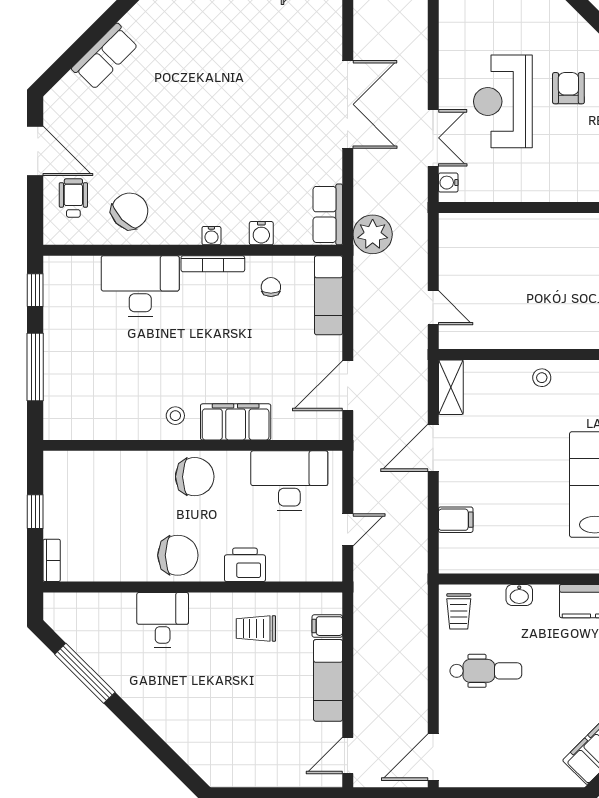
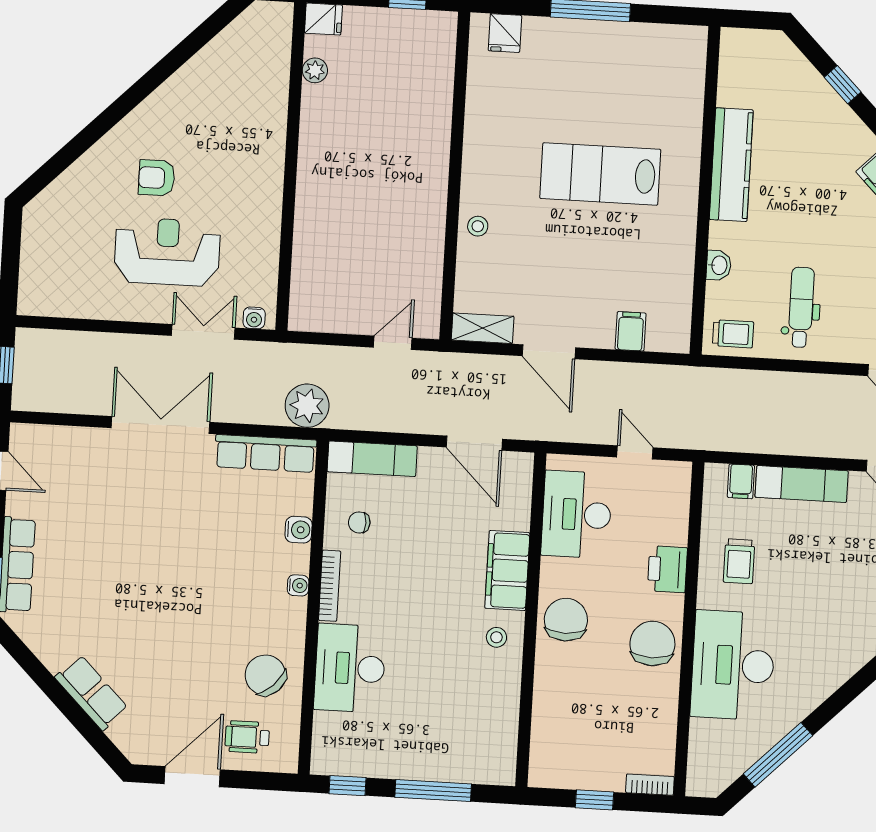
reception desk: (503, 101) -> (167, 252), turned 180
row of seats: (328, 214) -> (266, 453), width x1.48
desk: (163, 620) -> (733, 665), width x1.87, depth x1.30

